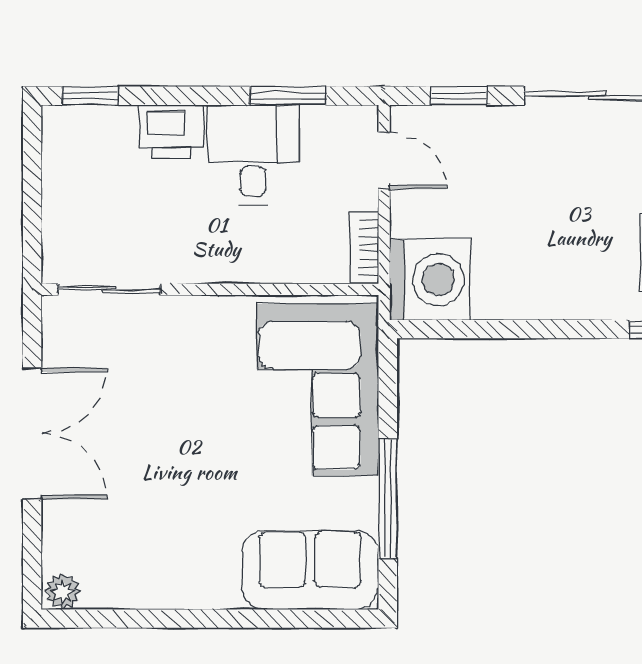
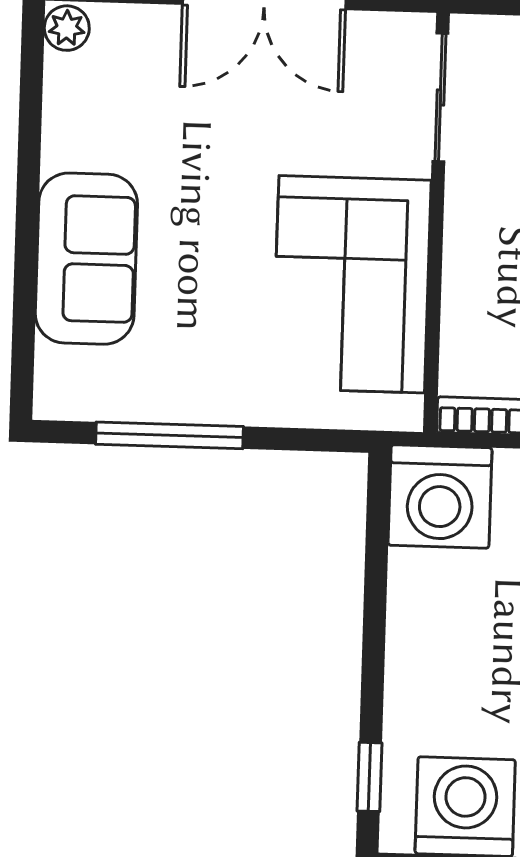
corner sofa: (317, 390) -> (352, 284), moved, turned -90
sofa: (310, 570) -> (86, 259), moved

